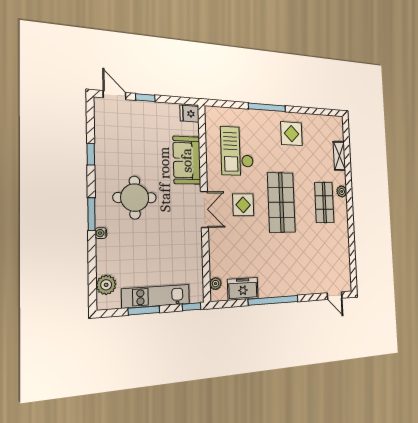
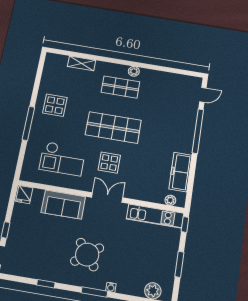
plant: (342, 191) -> (134, 71), moved
round table: (135, 198) -> (87, 255), turned -38
freezer: (243, 289) -> (180, 172), width x1.40
kitchen unit: (156, 296) -> (155, 216), moved, turned -90
window: (273, 300) -> (198, 131), moved

